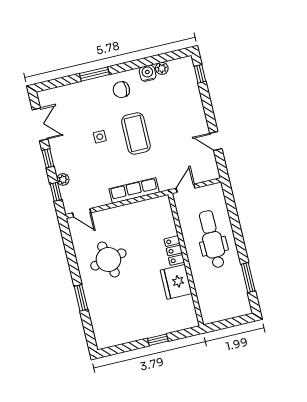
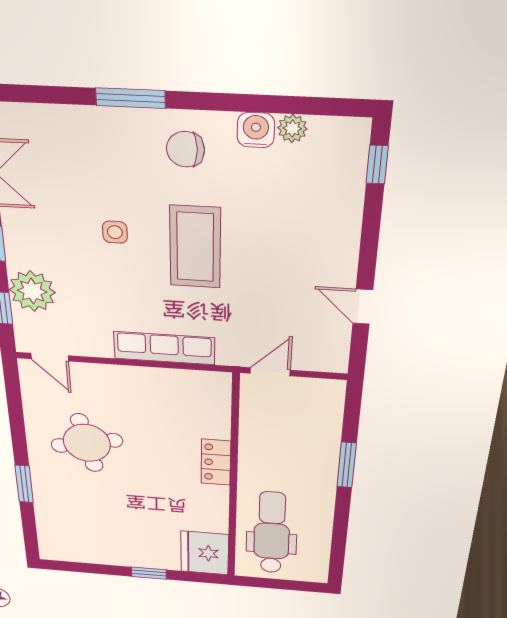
plant: (63, 179) -> (32, 291), width x1.88, depth x1.88
dental chair: (212, 239) -> (272, 533), moved
window: (248, 277) -> (347, 465), moved
fridge: (176, 282) -> (205, 553), moved

